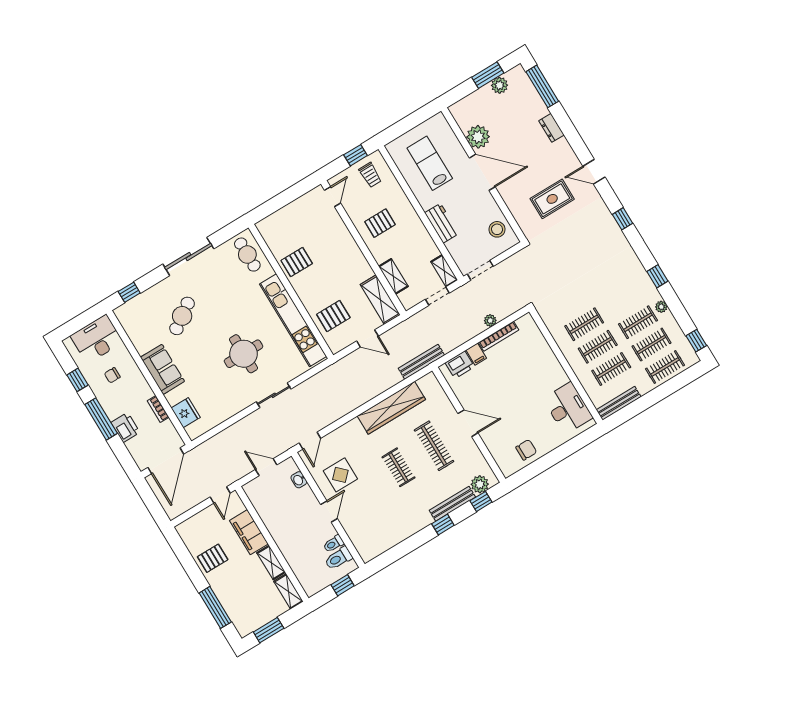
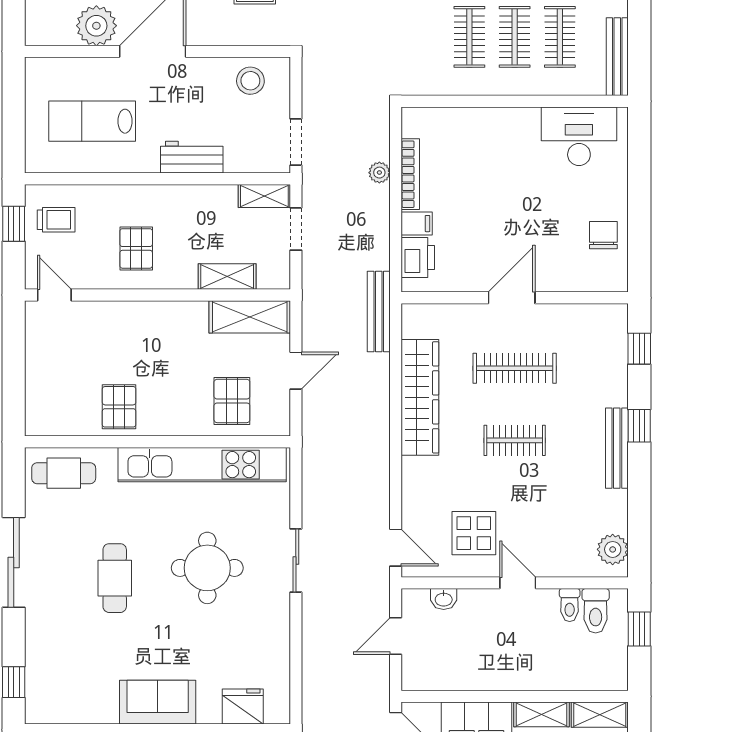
cafe table: (182, 316) -> (115, 578), moved, turned 35
plant: (480, 484) -> (613, 549), moved
bench: (452, 504) -> (617, 448), moved

